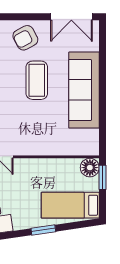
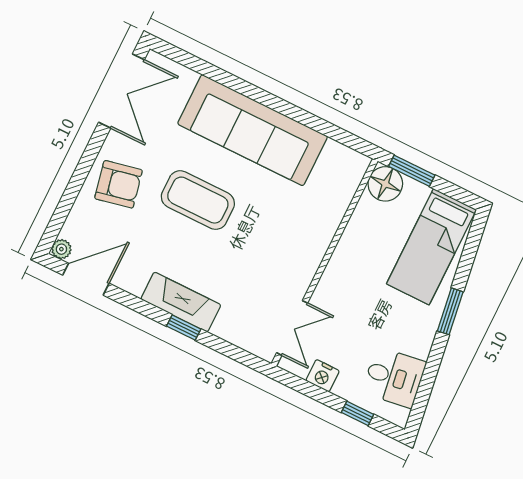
armchair: (25, 38) -> (119, 184), turned -74

